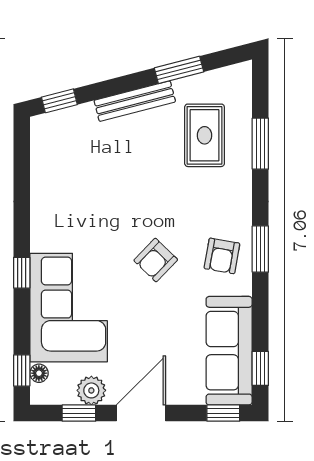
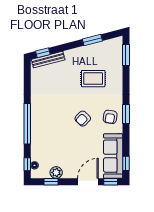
bench: (135, 101) -> (48, 60), moved
rug: (205, 135) -> (93, 79), moved, turned 90
window: (260, 144) -> (126, 55), moved
window: (22, 273) -> (27, 124), width x3.17
corner sofa: (69, 308) -> (47, 138), removed
door: (141, 413) -> (88, 182), moved

